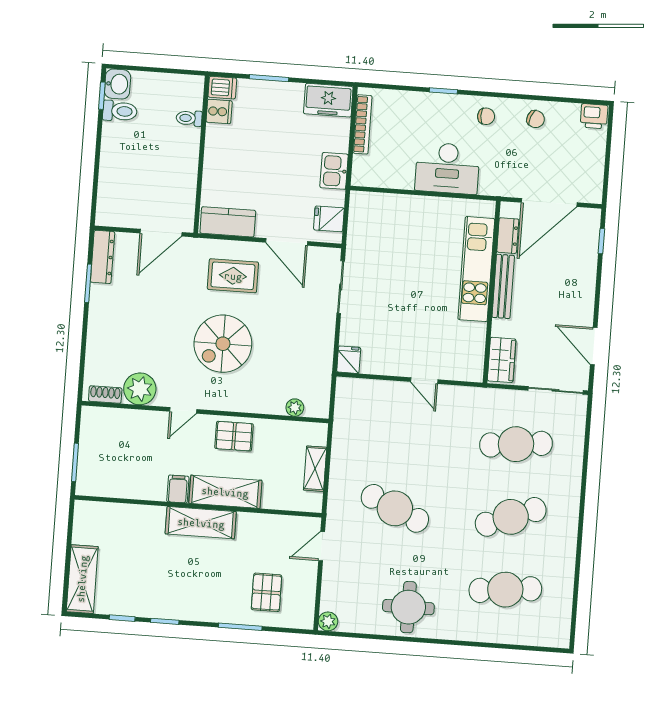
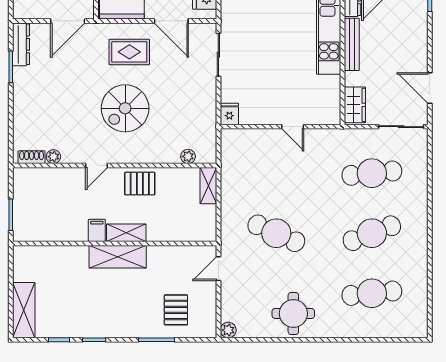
plant: (140, 389) -> (53, 157), width x0.53, depth x0.53
shelving: (315, 469) -> (208, 186), moved
shelving: (225, 492) -> (126, 233), width x0.67, depth x0.75

